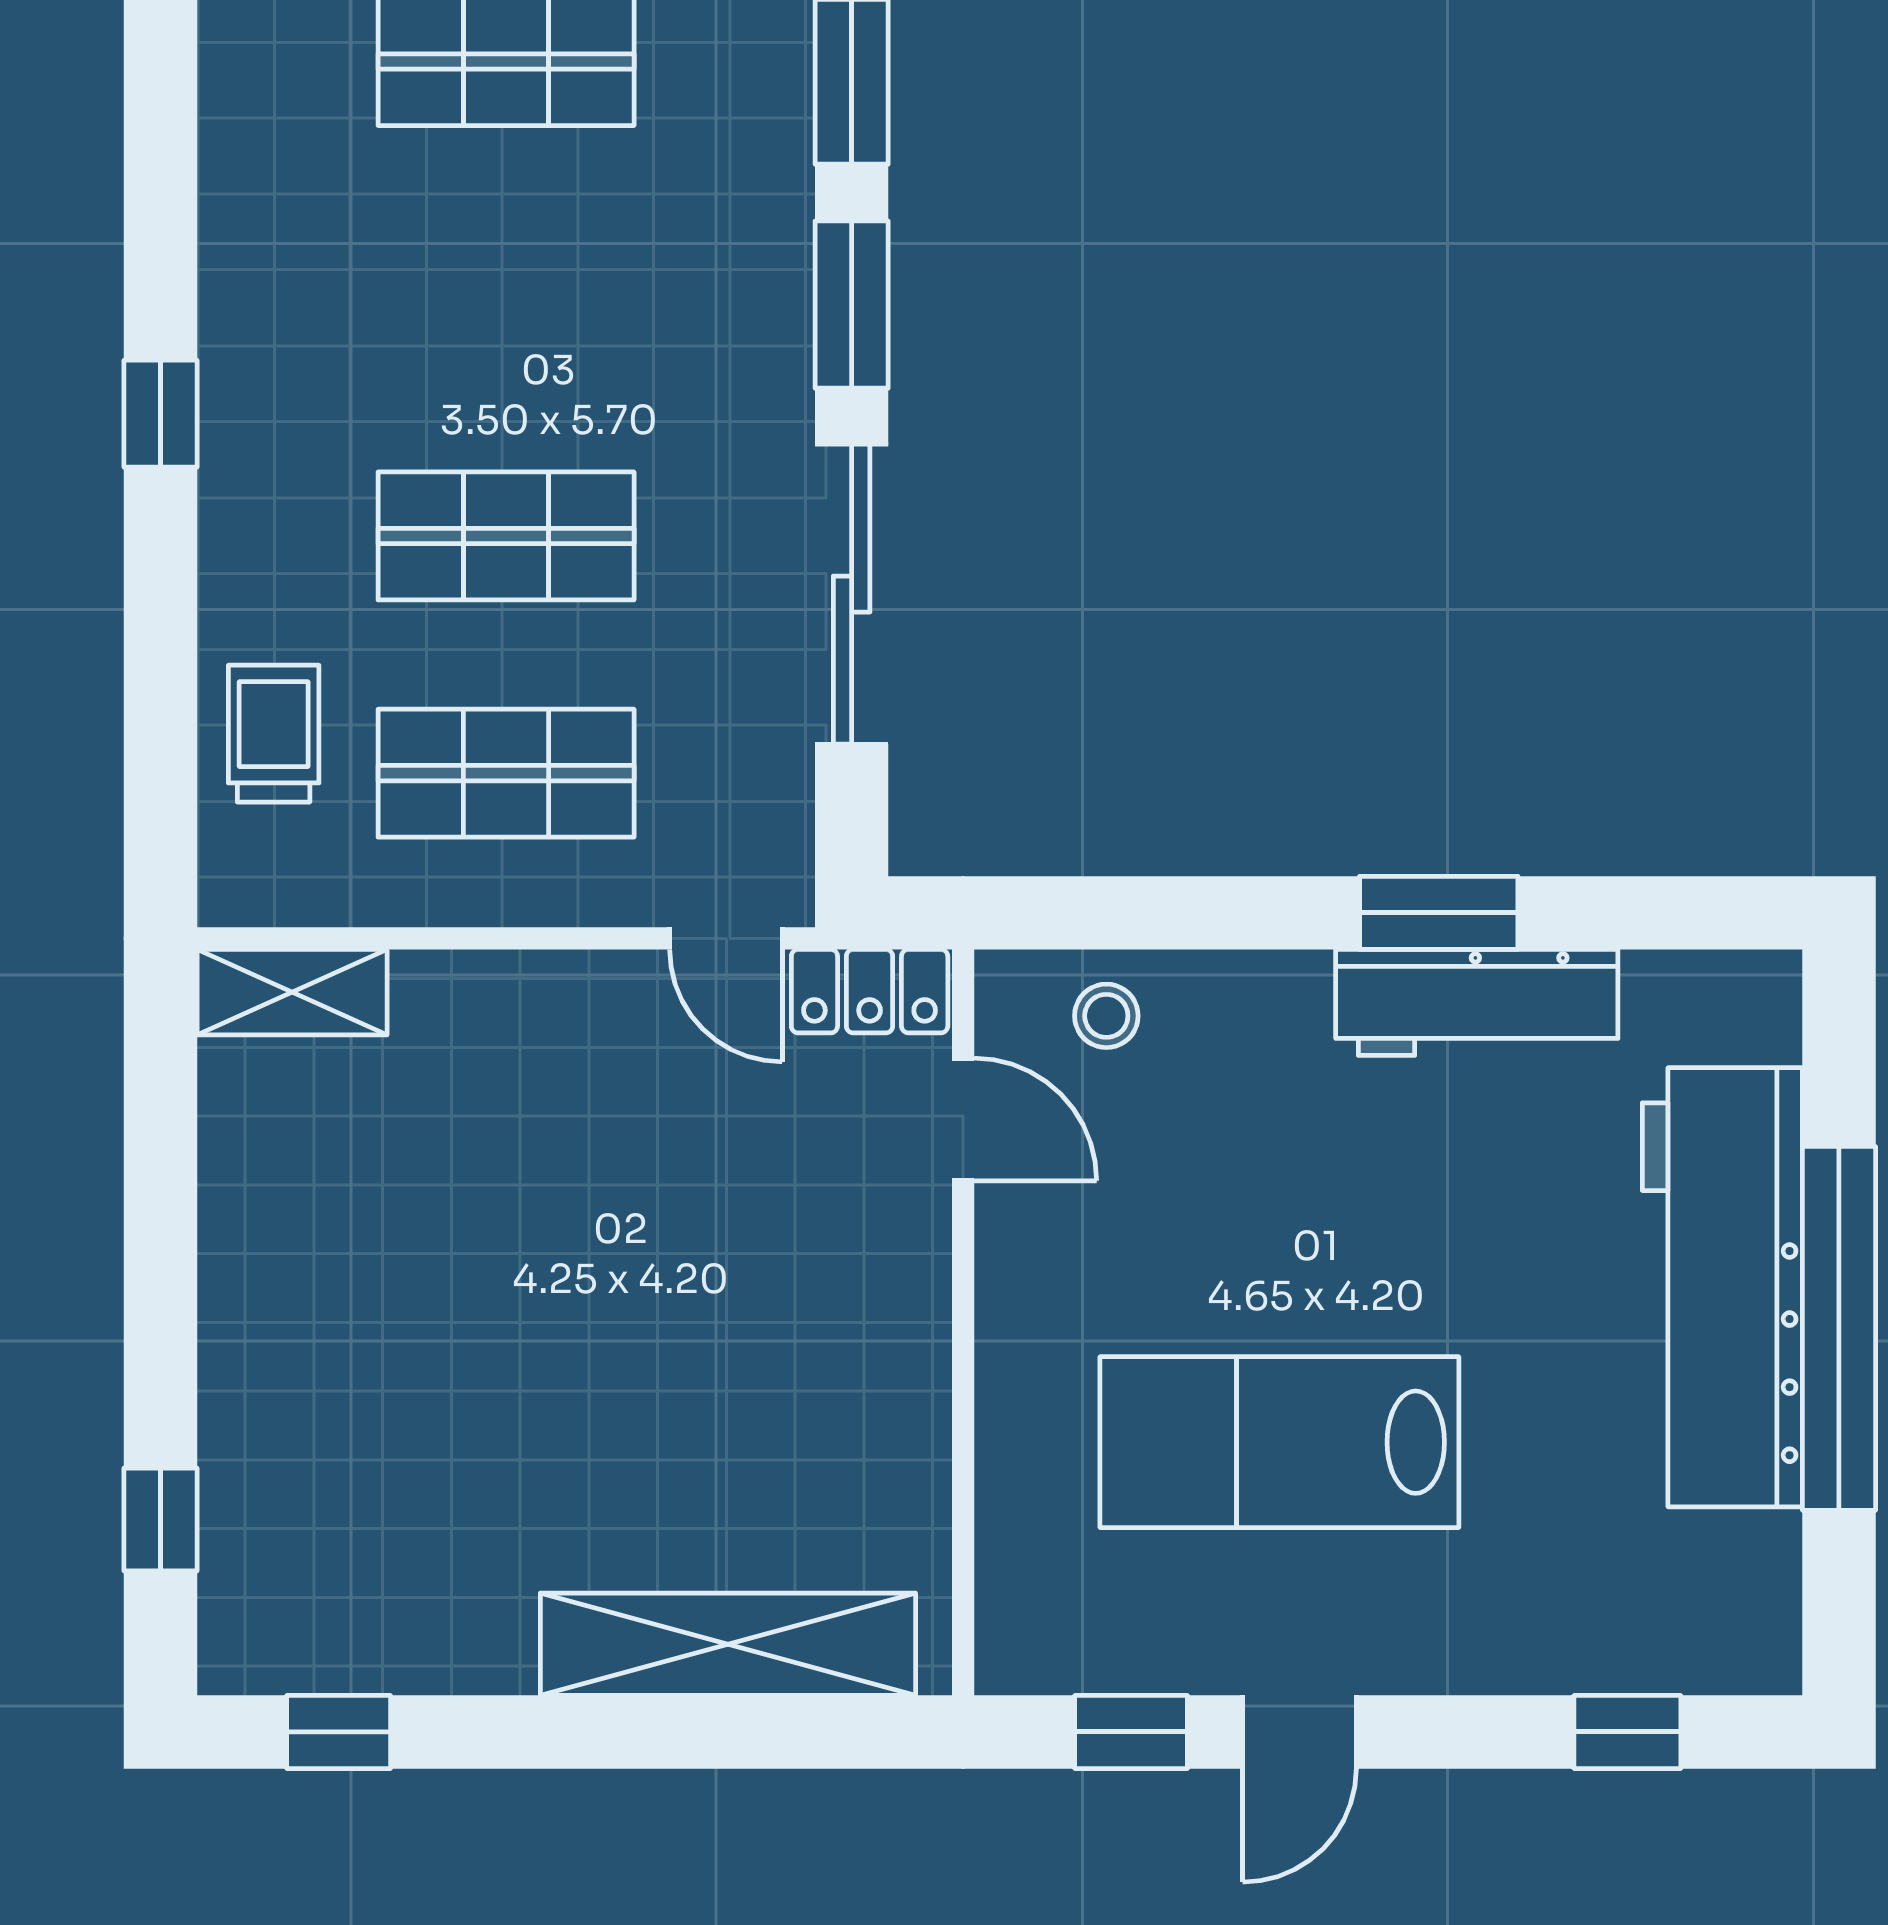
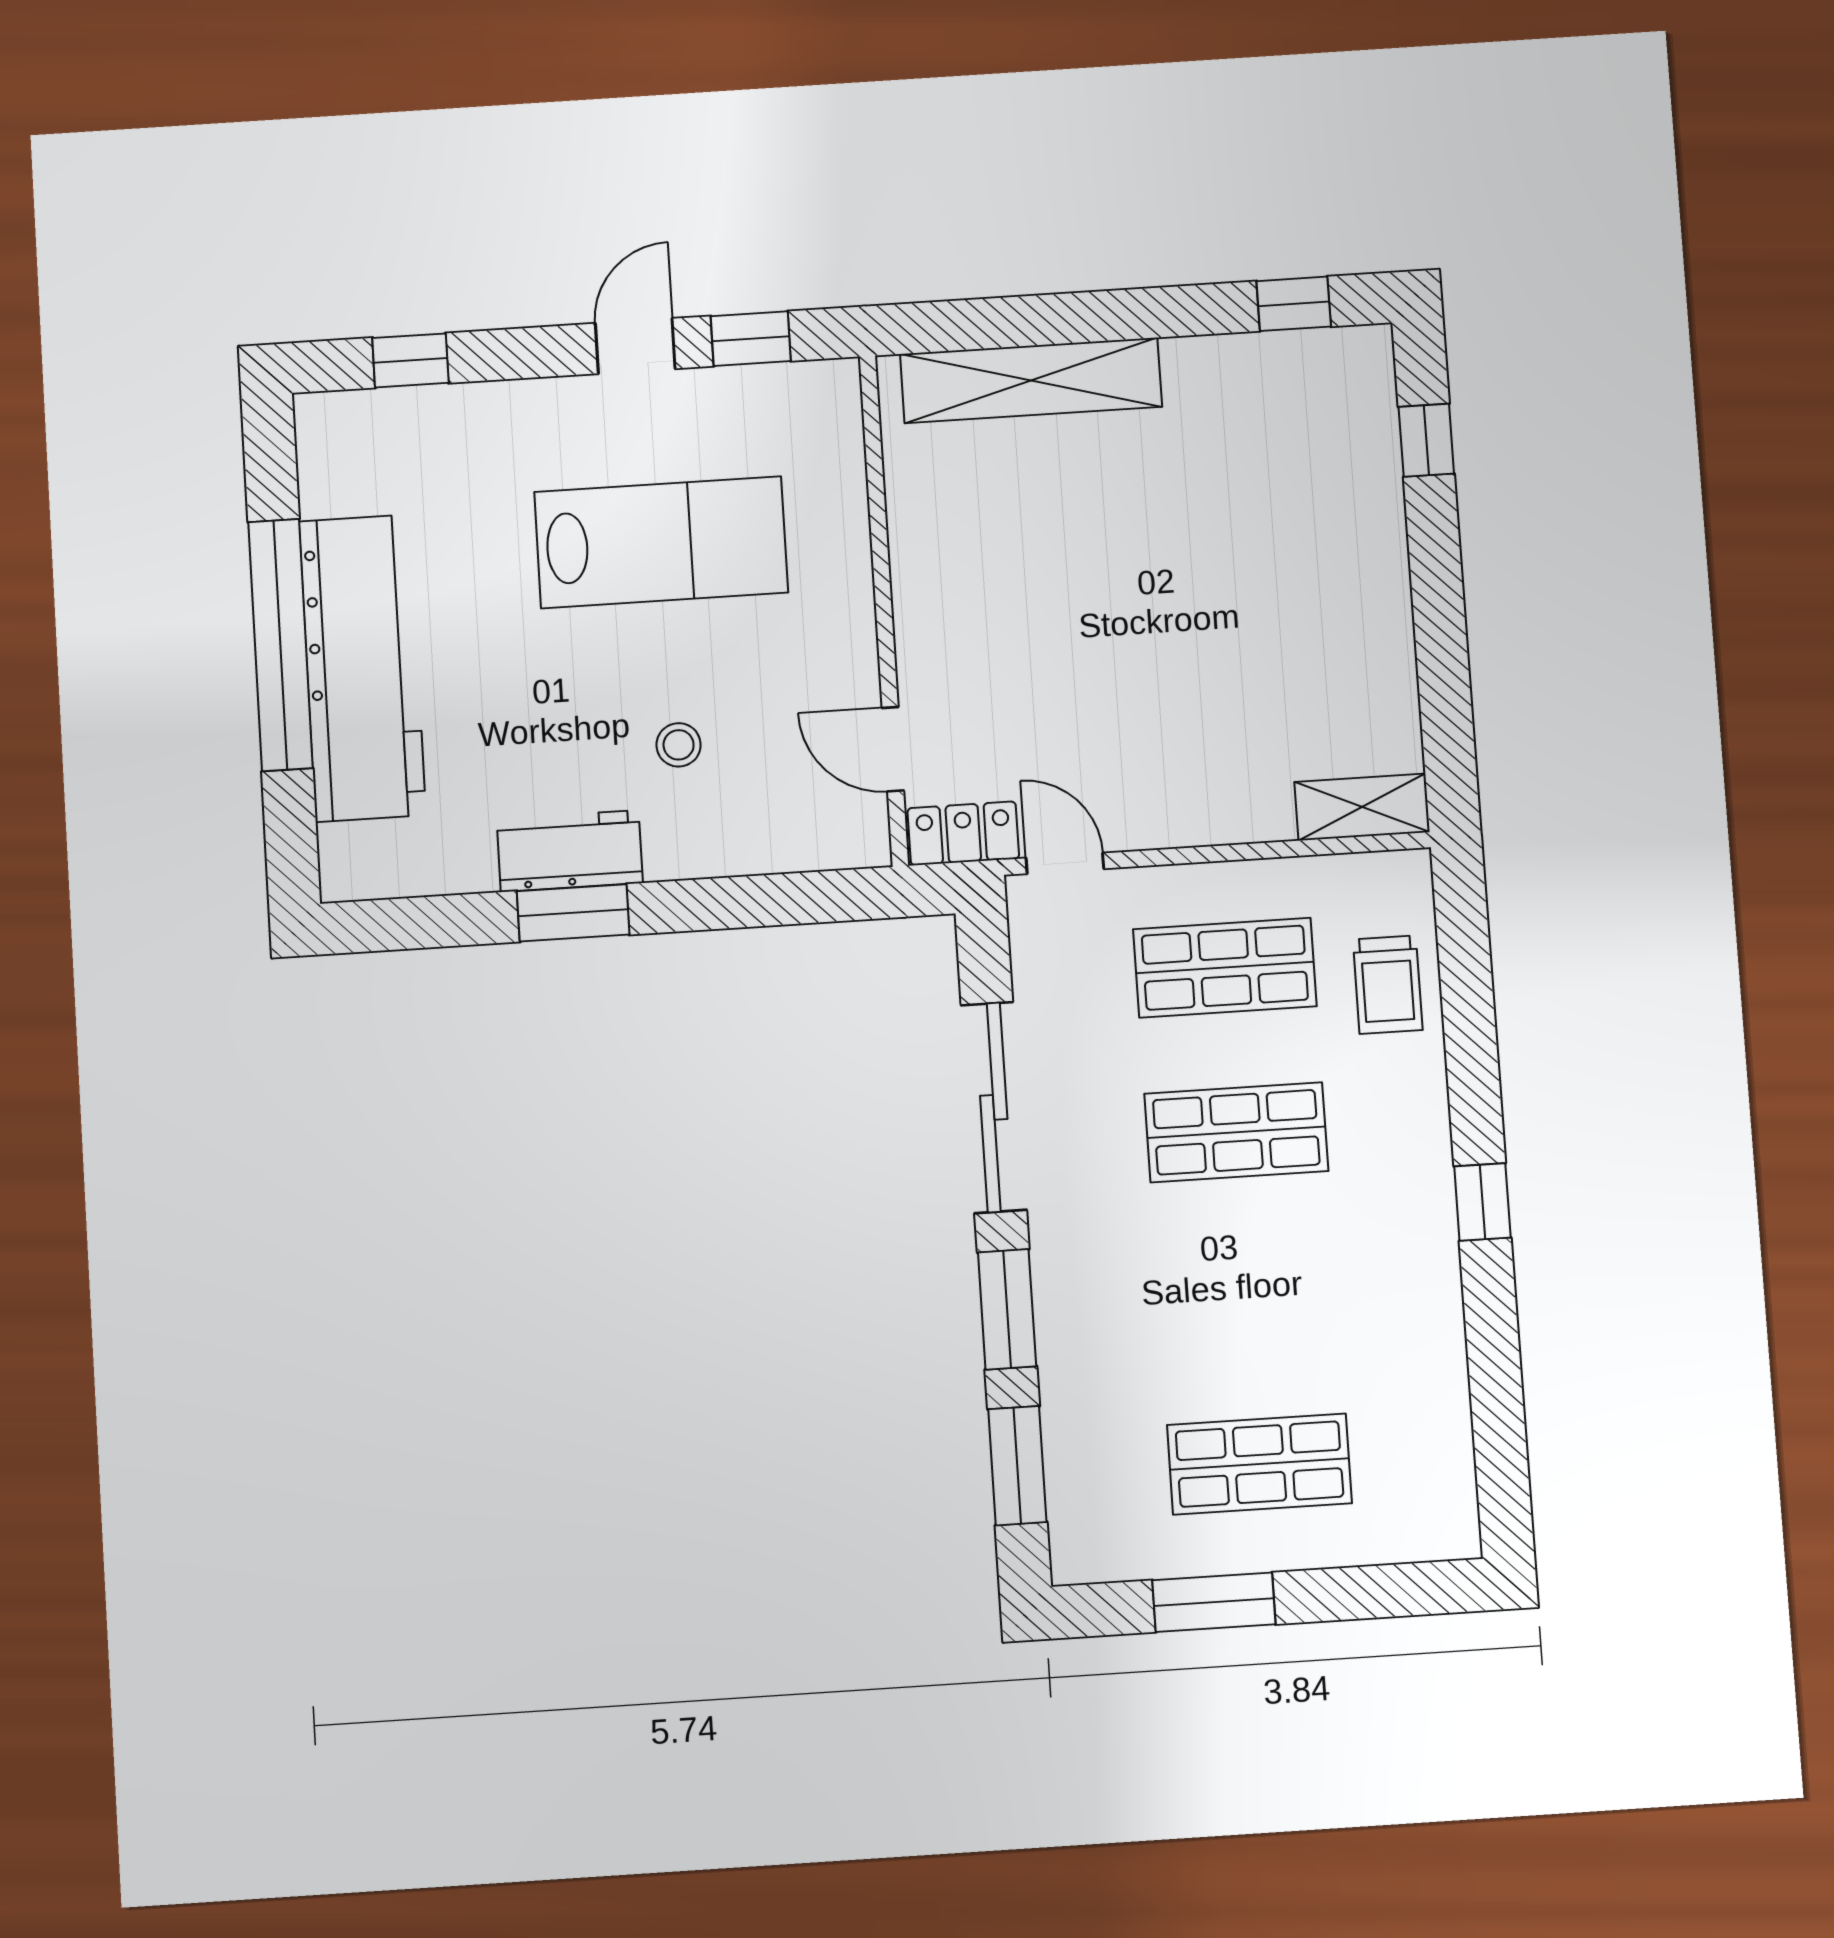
workbench: (1477, 1002) -> (570, 851), width x0.73
stool: (1106, 1016) -> (679, 745), moved

